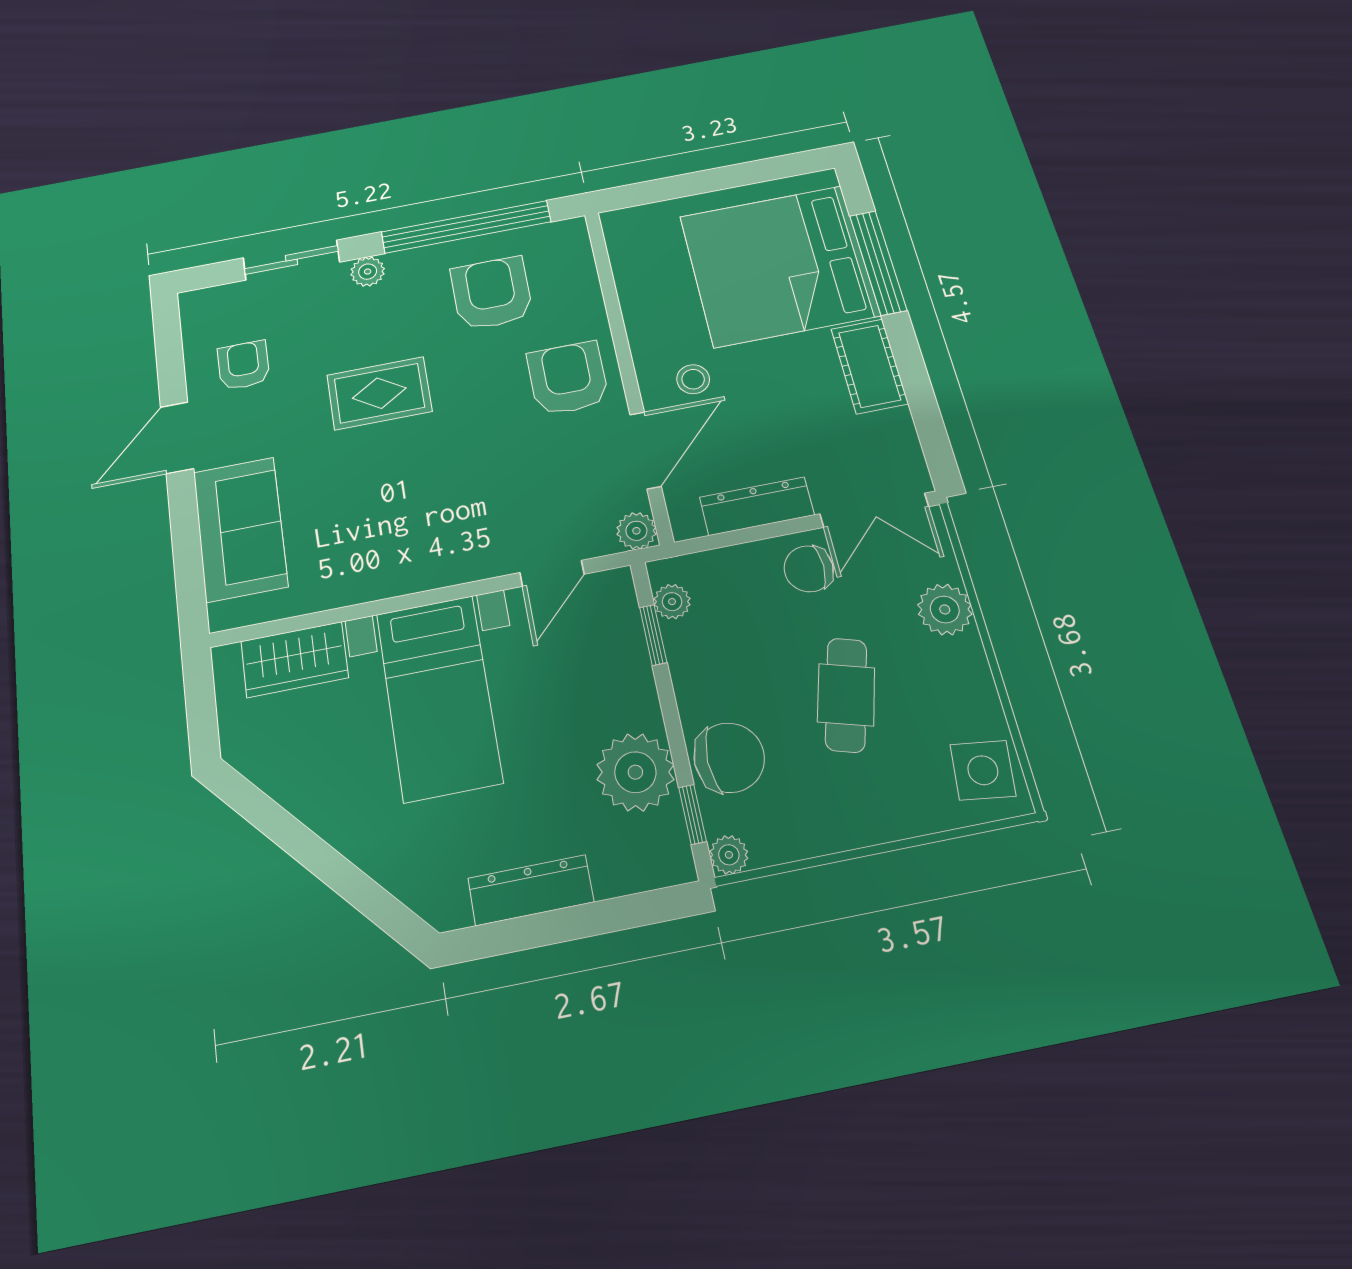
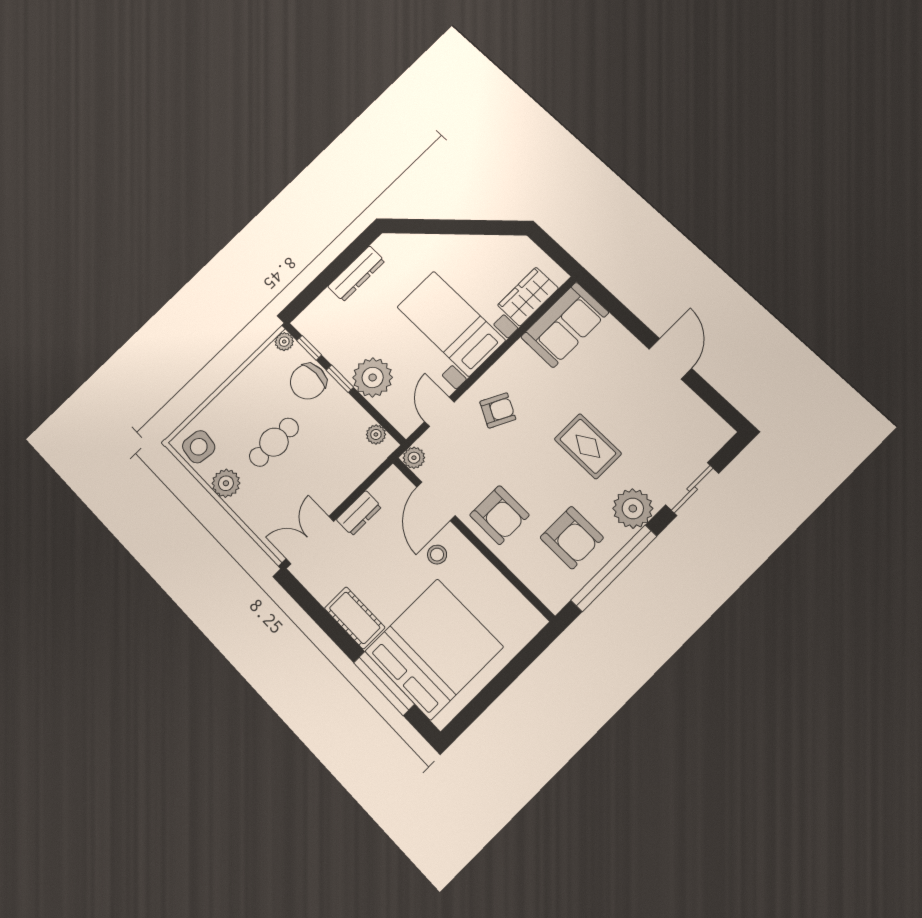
plant: (368, 272) -> (633, 508), width x1.88, depth x1.88
armchair: (244, 365) -> (498, 410), moved, turned -63
rug: (379, 393) -> (588, 446), turned 90
dresser: (757, 506) -> (359, 513), width x0.70
sofa: (240, 529) -> (565, 325), moved, turned -90
chair: (809, 569) -> (324, 491), removed
plant: (945, 609) -> (226, 483), moved
window: (653, 635) -> (340, 379), moved
cafe table: (846, 695) -> (274, 442), turned 74
plant: (635, 772) -> (373, 377), moved

